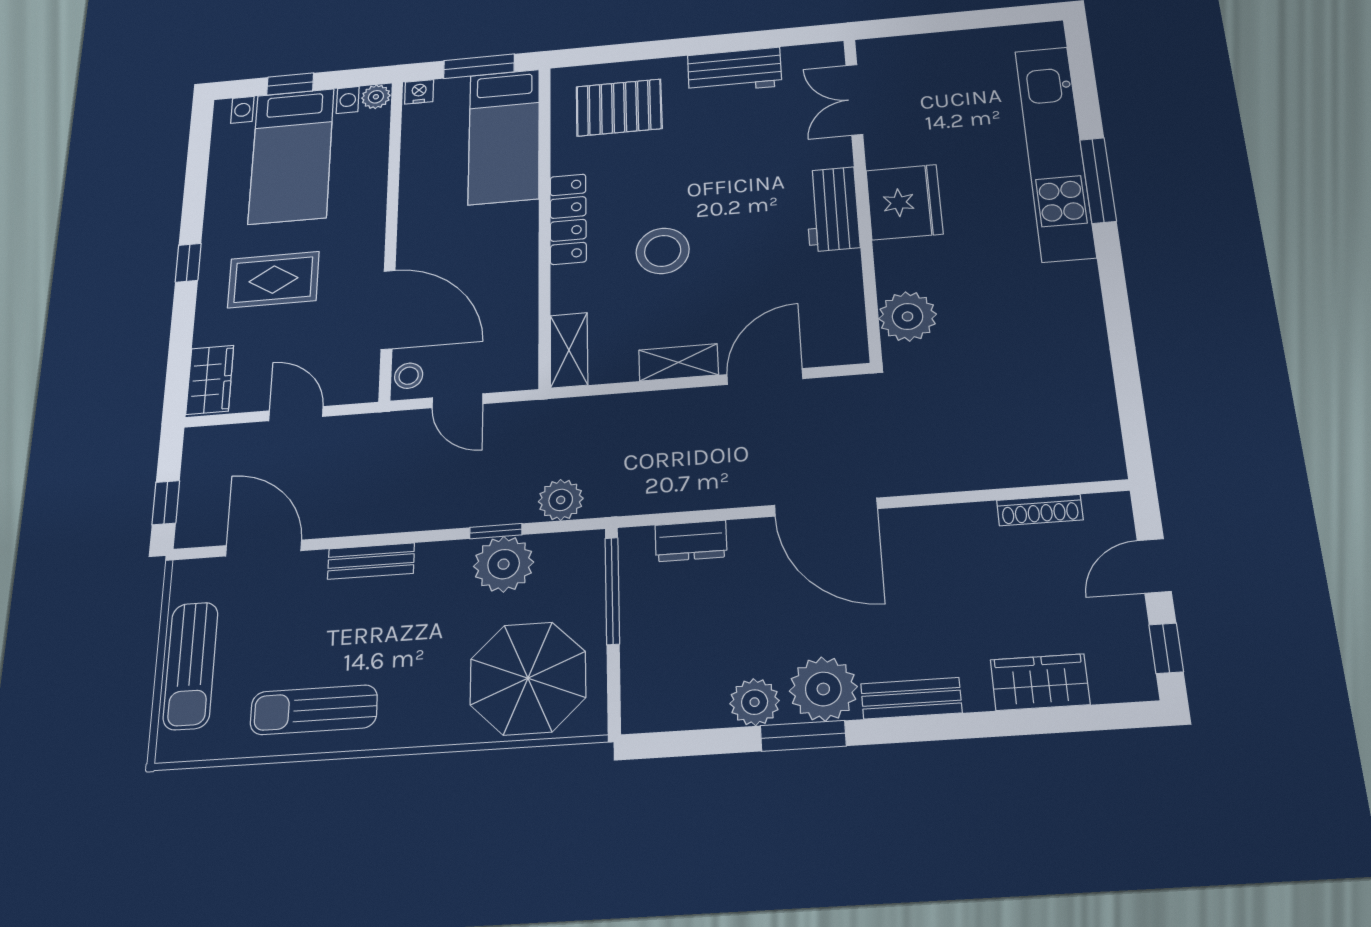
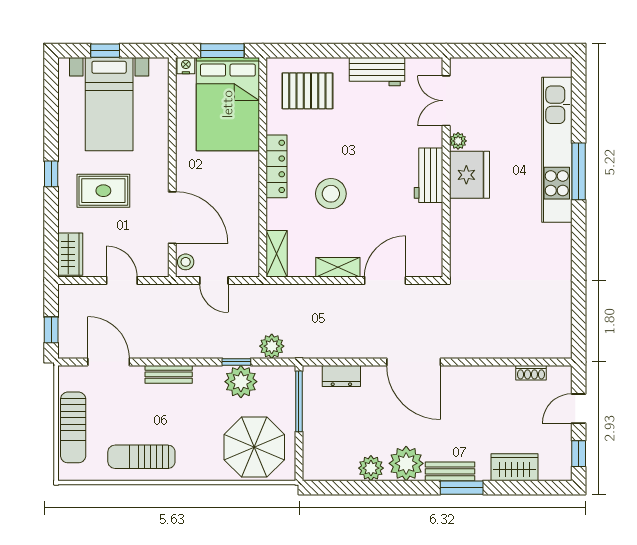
plant: (376, 97) -> (159, 66), removed
bed: (504, 136) -> (228, 104), width x1.50
plant: (908, 316) -> (458, 141), moved, width x0.53, depth x0.53
shoe rack: (1040, 510) -> (531, 373), width x0.70
window: (803, 736) -> (462, 488), moved

